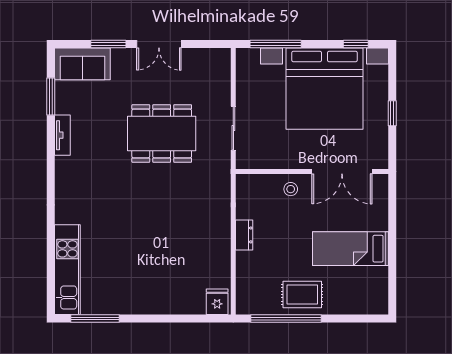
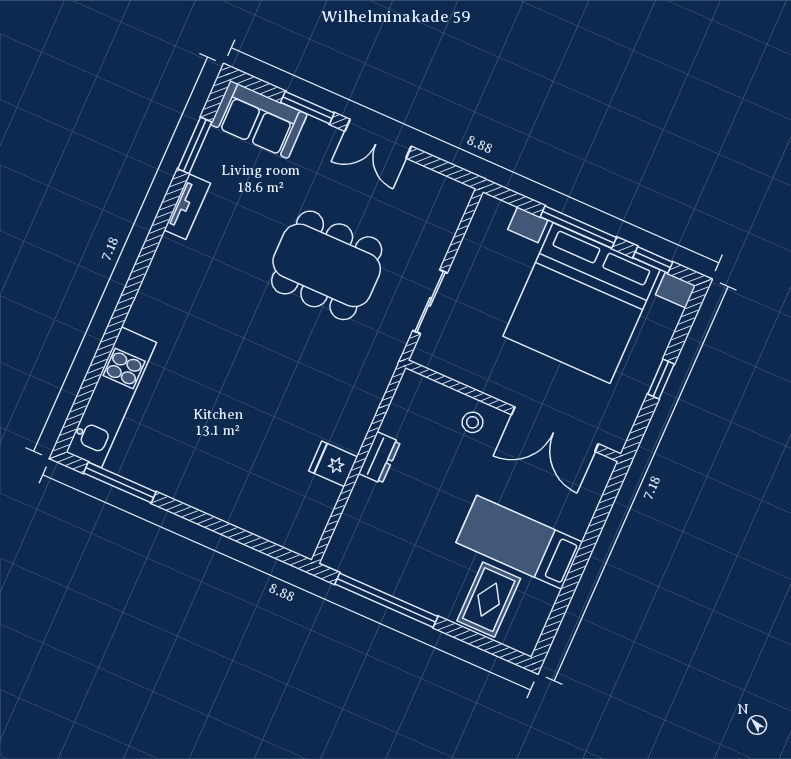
window: (276, 44) -> (578, 227), moved
rug: (302, 295) -> (489, 600), moved, turned 90
fridge: (217, 302) -> (333, 464), moved, turned -90

